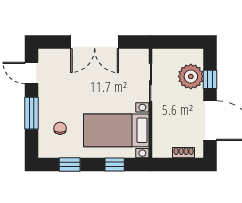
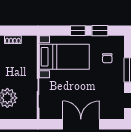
window: (115, 164) -> (78, 31), moved

